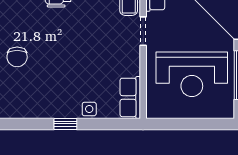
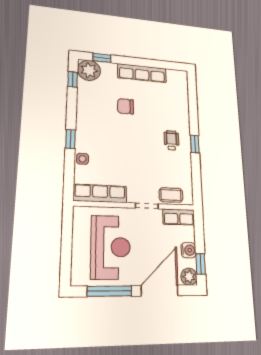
reception desk: (192, 74) -> (111, 247), turned 180
row of seats: (130, 97) -> (100, 193), width x1.48

